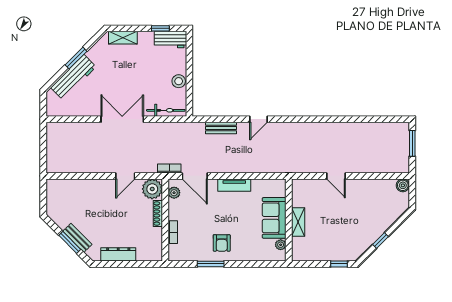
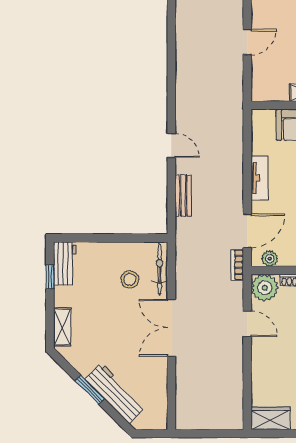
stool: (179, 81) -> (130, 279), moved
wardrobe: (55, 193) -> (271, 418), added

